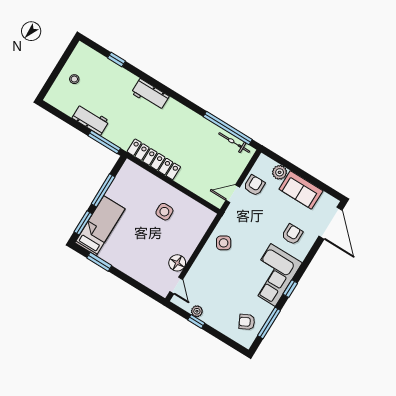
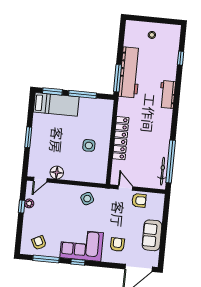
workbench: (91, 119) -> (130, 72), width x1.87, depth x1.32
locker: (154, 159) -> (121, 138), moved
plant: (280, 172) -> (157, 214), removed
armchair: (292, 234) -> (117, 245), turned -88
window: (99, 262) -> (28, 137), moved

